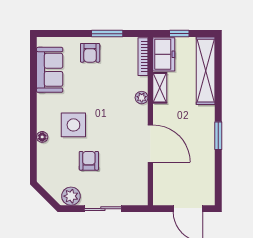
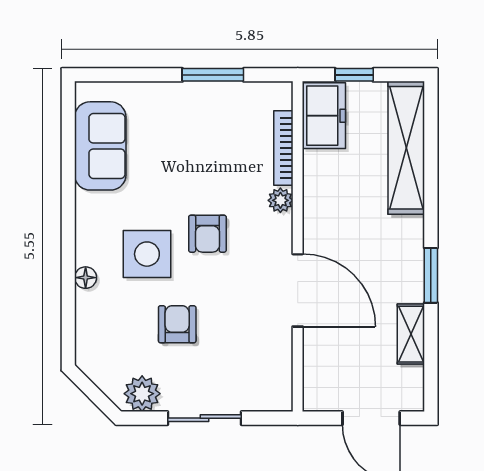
armchair: (90, 53) -> (207, 234), moved
bookcase: (143, 57) -> (283, 148), moved
shelving: (160, 88) -> (411, 334), moved

